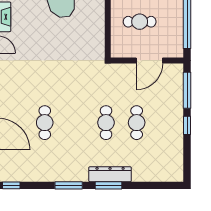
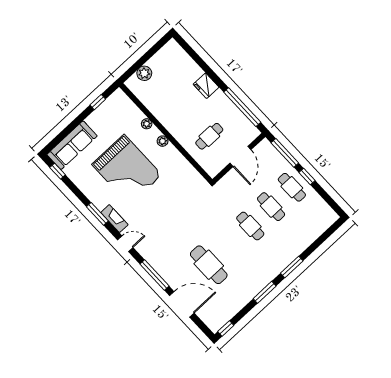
cafe table: (45, 123) -> (209, 265), width x1.37, depth x1.35
cafe table: (167, 123) -> (292, 187), added
dresser: (110, 174) -> (286, 258), removed

